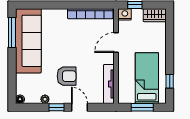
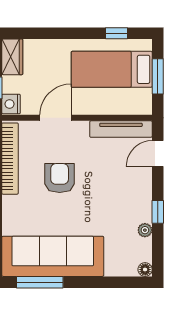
door: (116, 43) -> (56, 118), swing flipped
armchair: (67, 76) -> (60, 178), moved
door: (80, 107) -> (158, 154), moved

